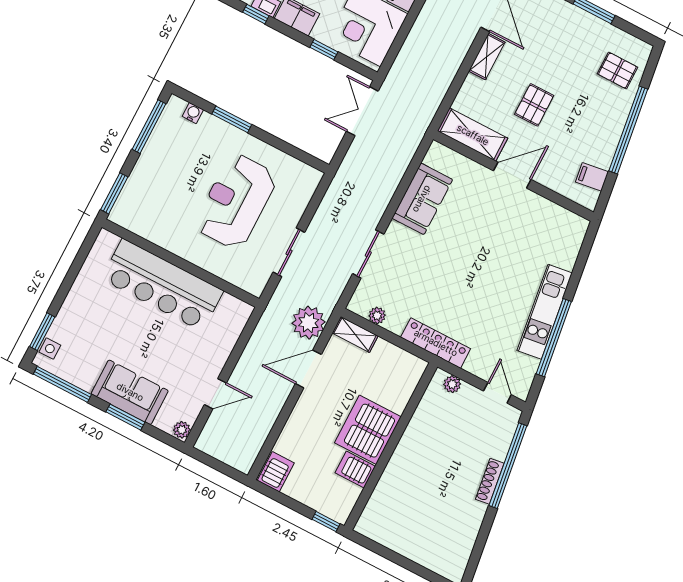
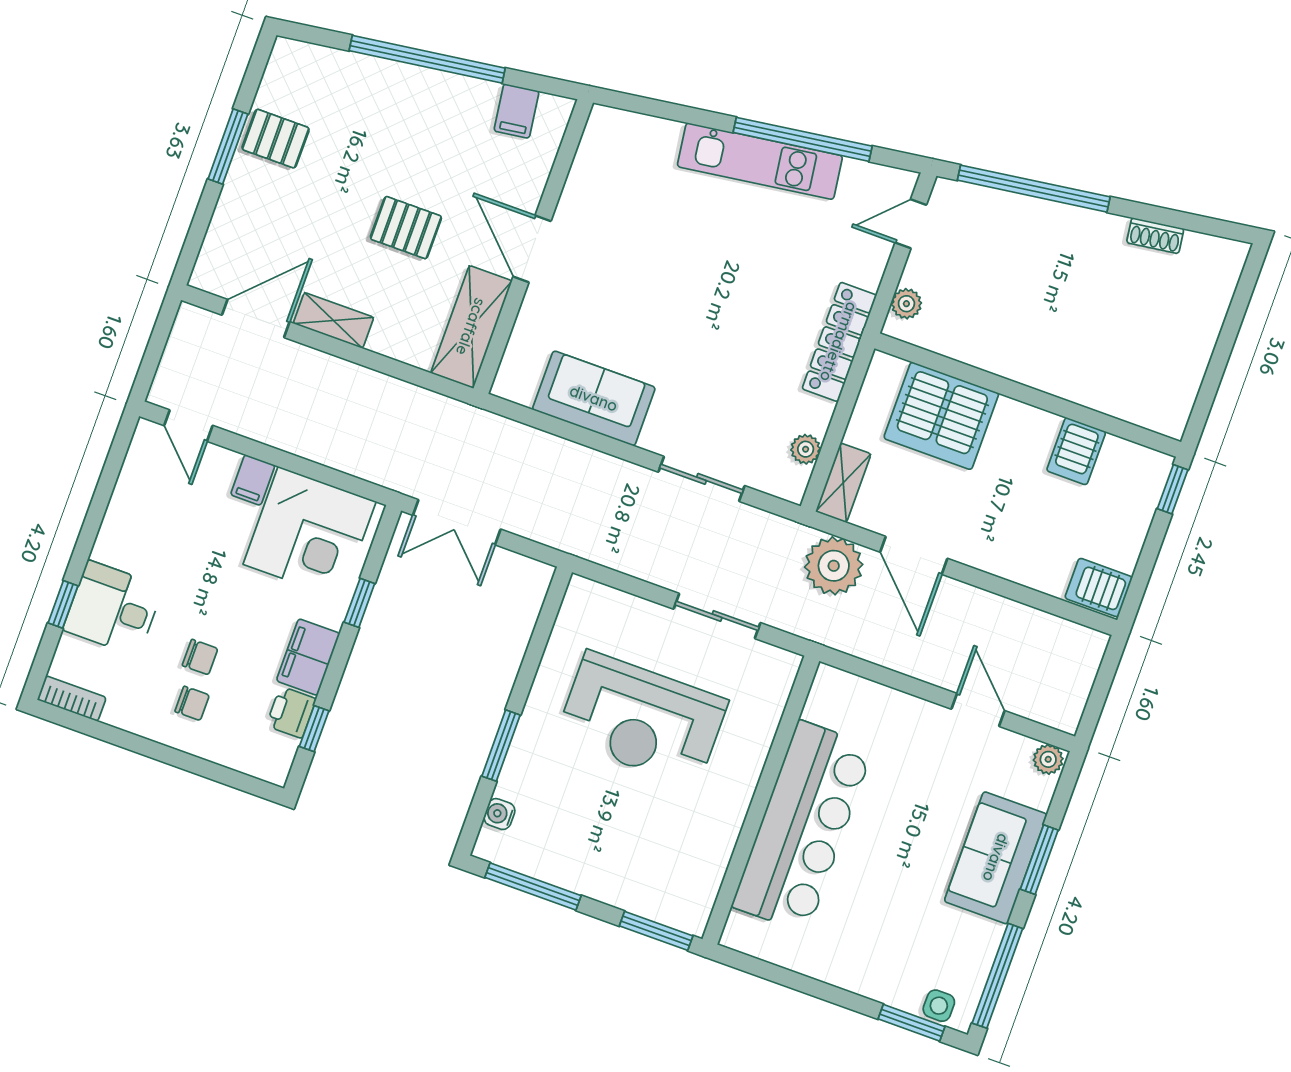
pallet: (617, 71) -> (276, 139), moved, turned 90
server rack: (368, 430) -> (941, 416), moved
shoe rack: (490, 481) -> (1155, 236), moved, width x0.70

